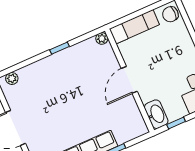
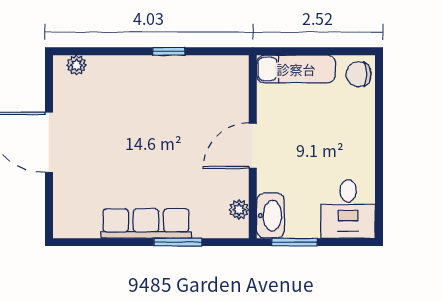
plant: (102, 38) -> (239, 210), moved
window: (176, 123) -> (294, 242), width x1.50

